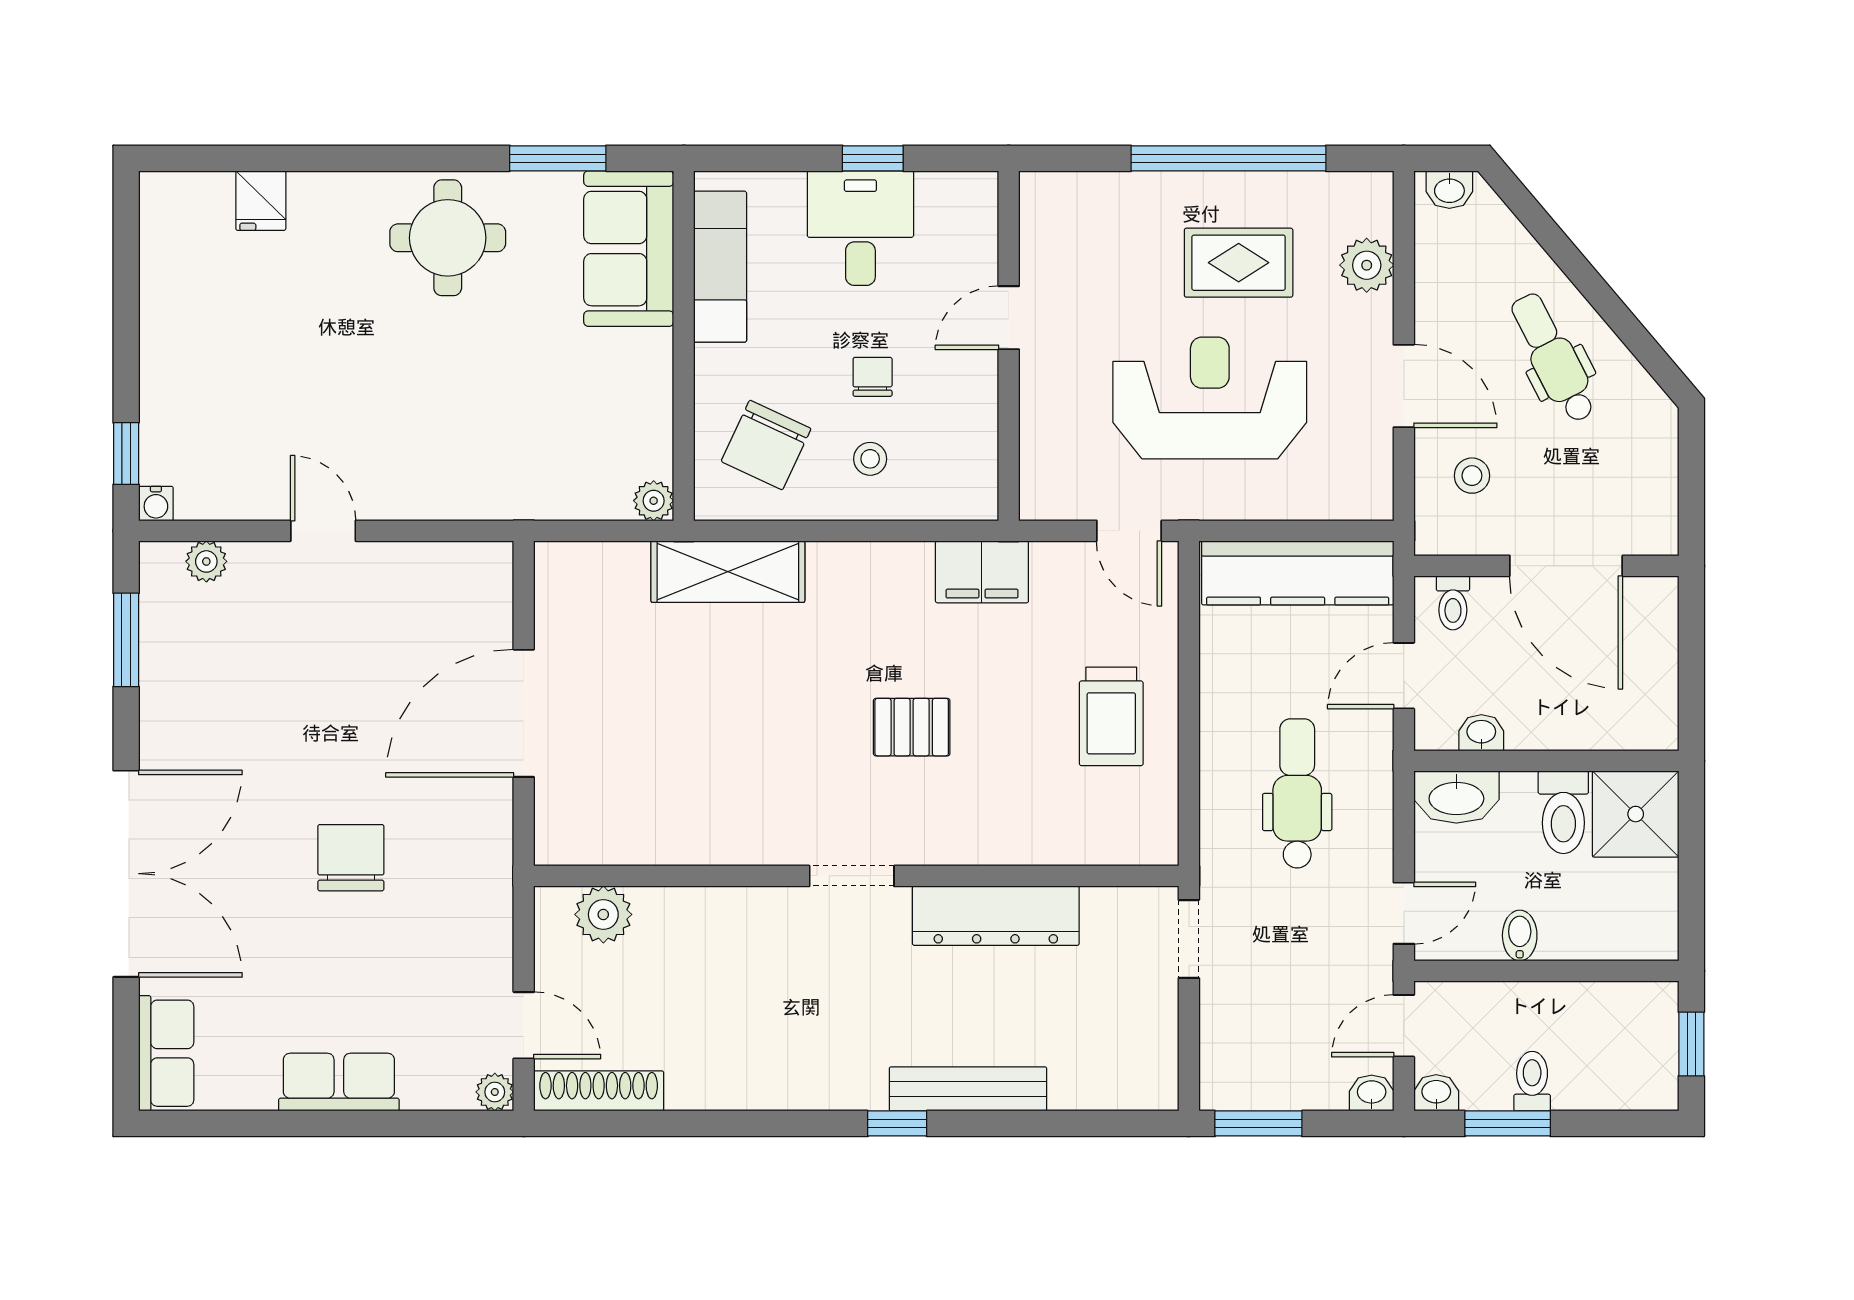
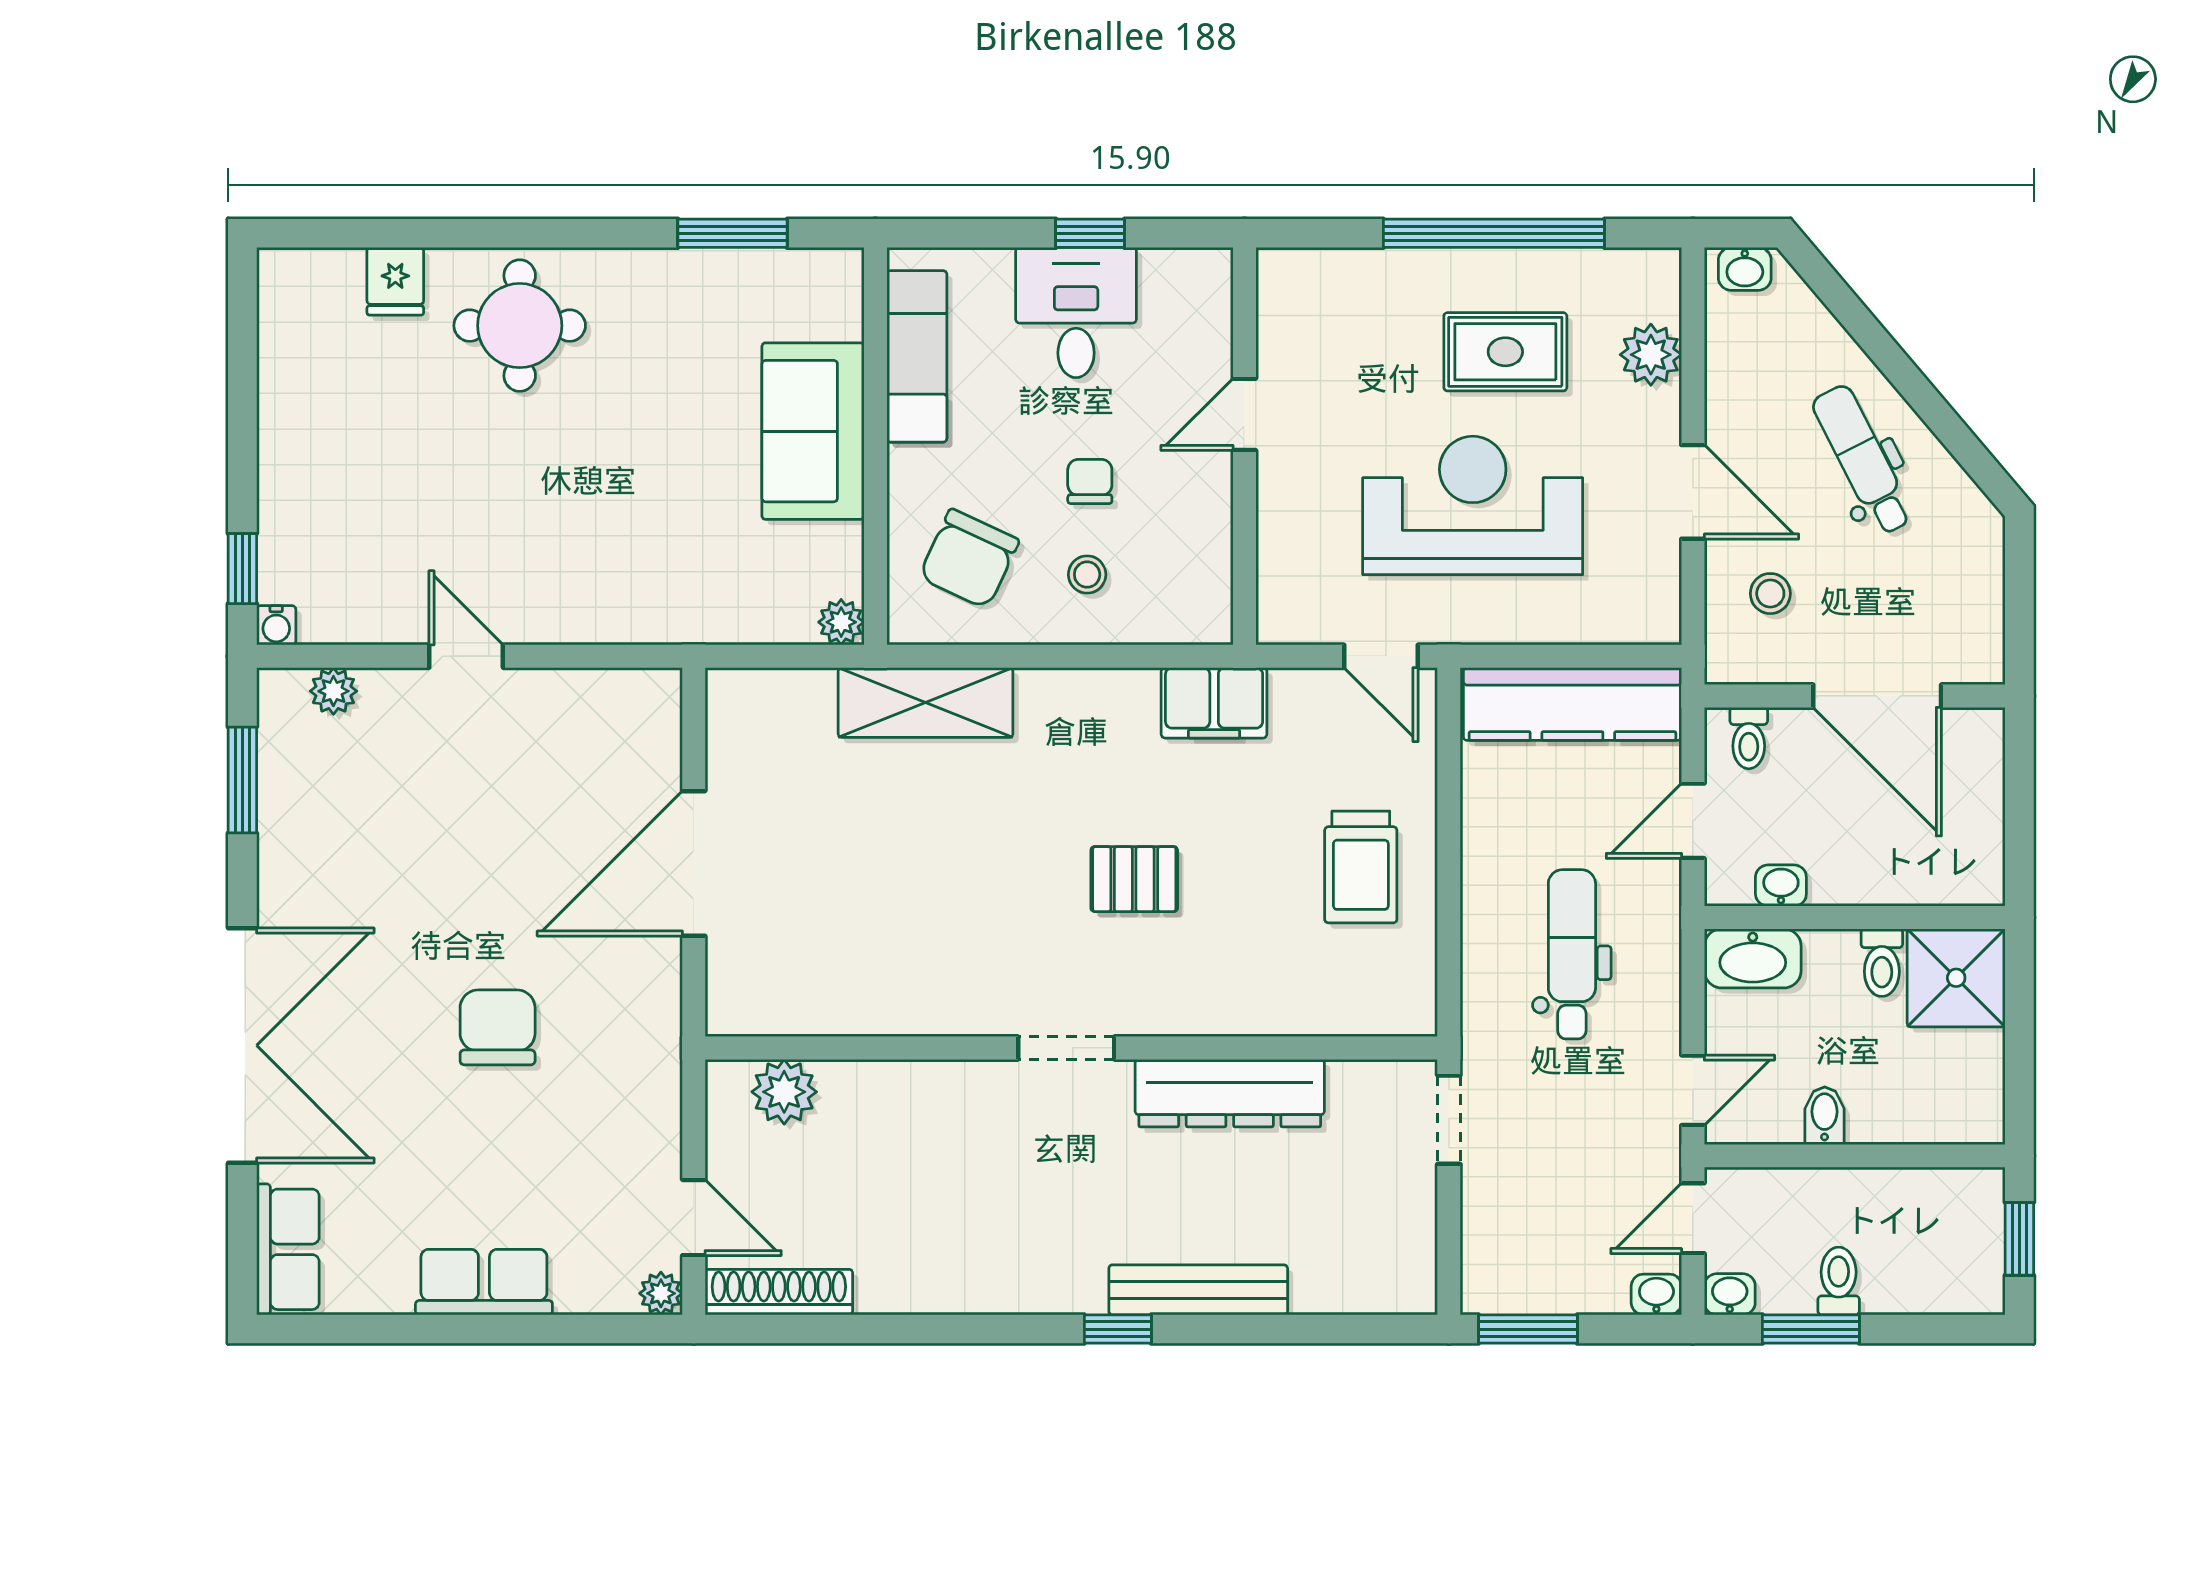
round table: (448, 238) -> (520, 326), moved
sofa: (629, 249) -> (813, 431), moved
toilet: (1563, 812) -> (1882, 963), width x0.73, depth x0.72

